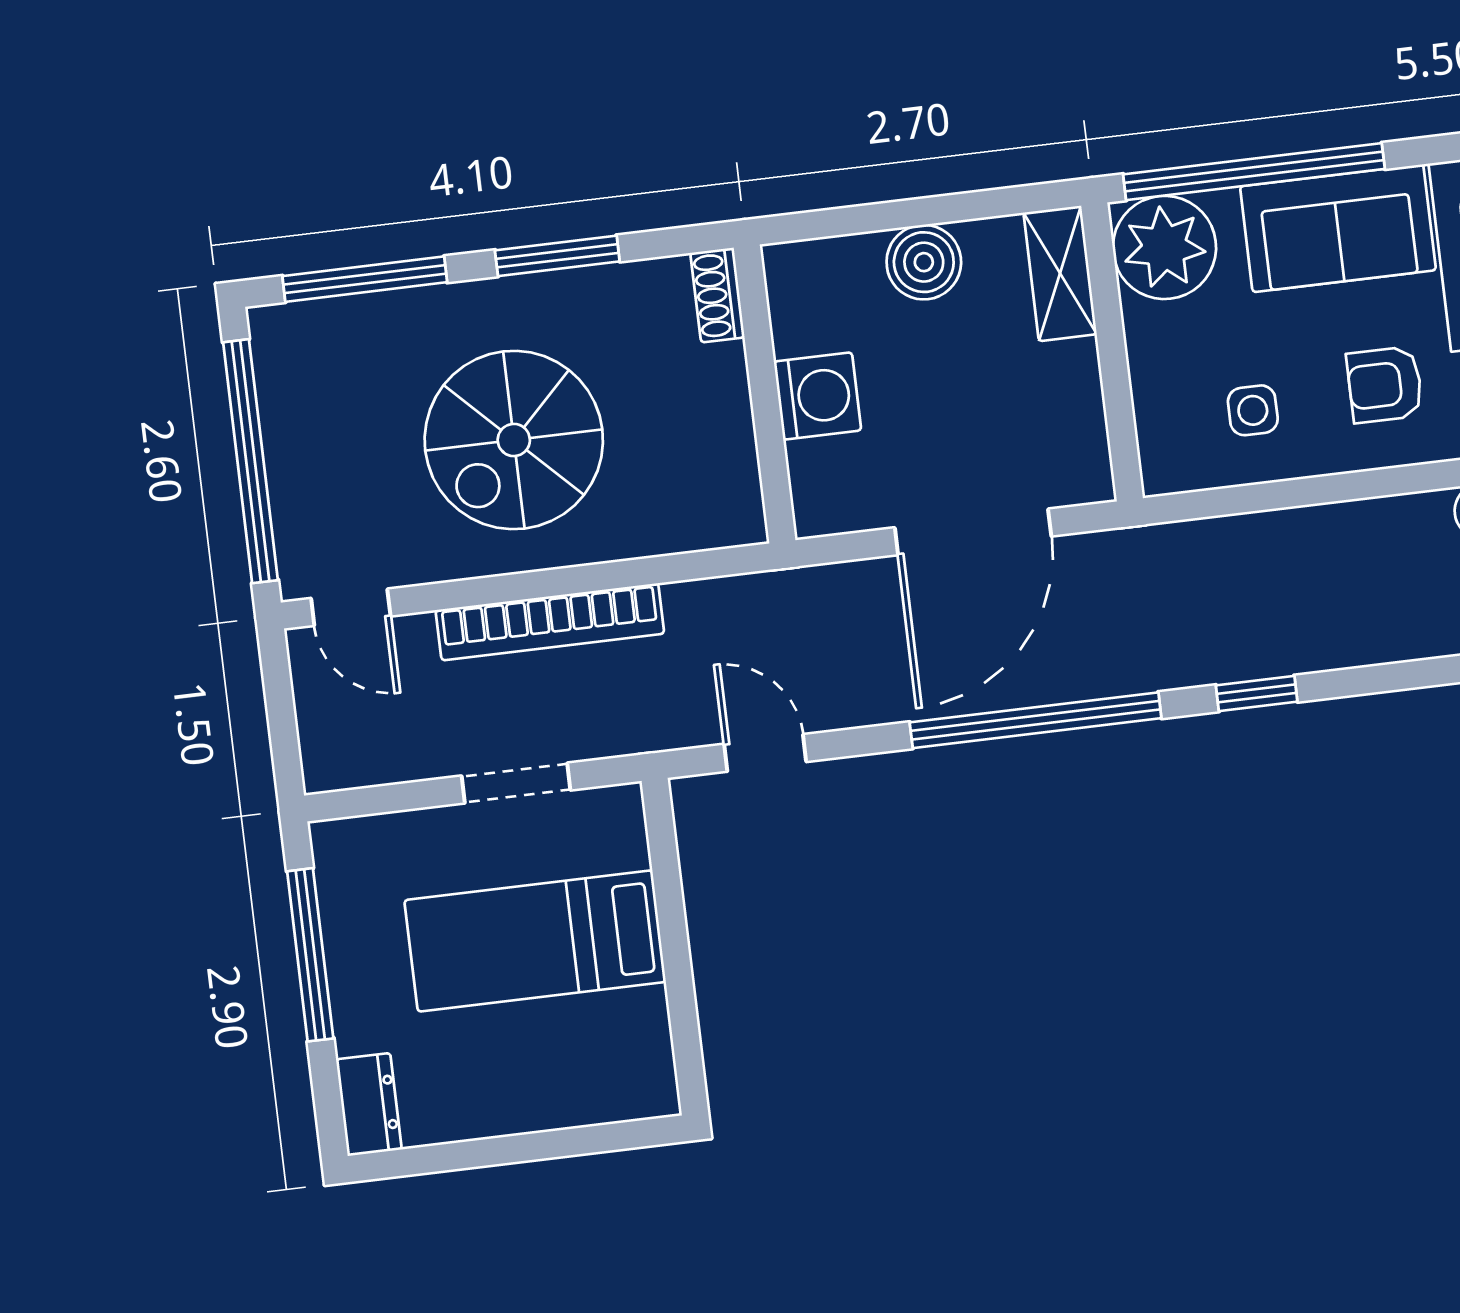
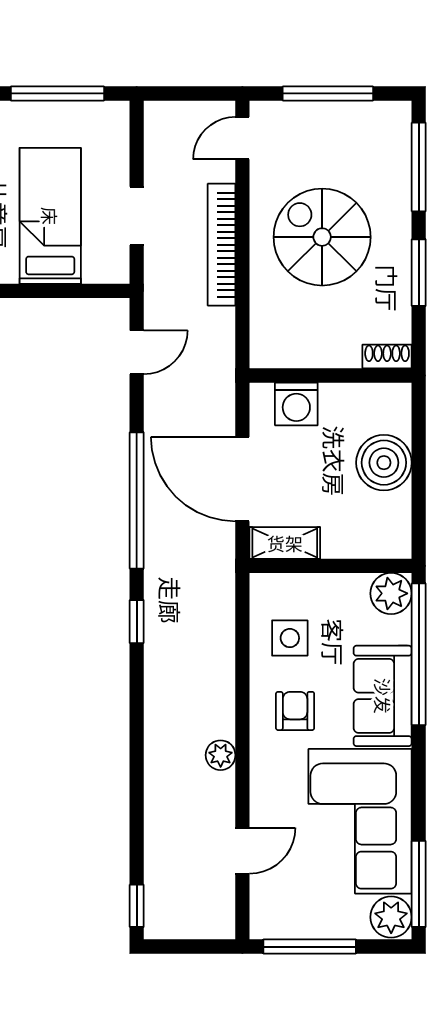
plant: (1164, 247) -> (391, 593), width x0.73, depth x0.73
boiler: (924, 262) -> (384, 463), width x1.37, depth x1.37
shelving: (1060, 273) -> (285, 543), moved
washing machine: (818, 396) -> (296, 404), moved
side table: (1253, 410) -> (290, 638), width x1.37, depth x1.37
window: (250, 461) -> (328, 93), width x0.68

